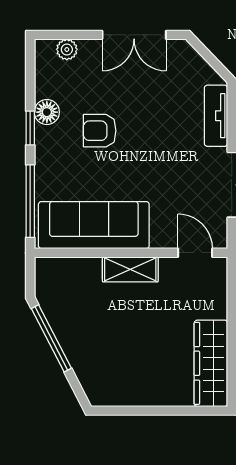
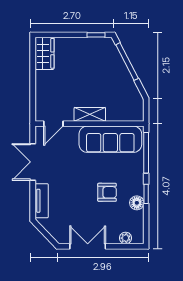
door: (195, 253) -> (53, 124), hinge flipped
window: (51, 338) -> (127, 62), moved
wardrobe: (211, 363) -> (44, 53), width x0.67
window: (119, 411) -> (96, 35), added

